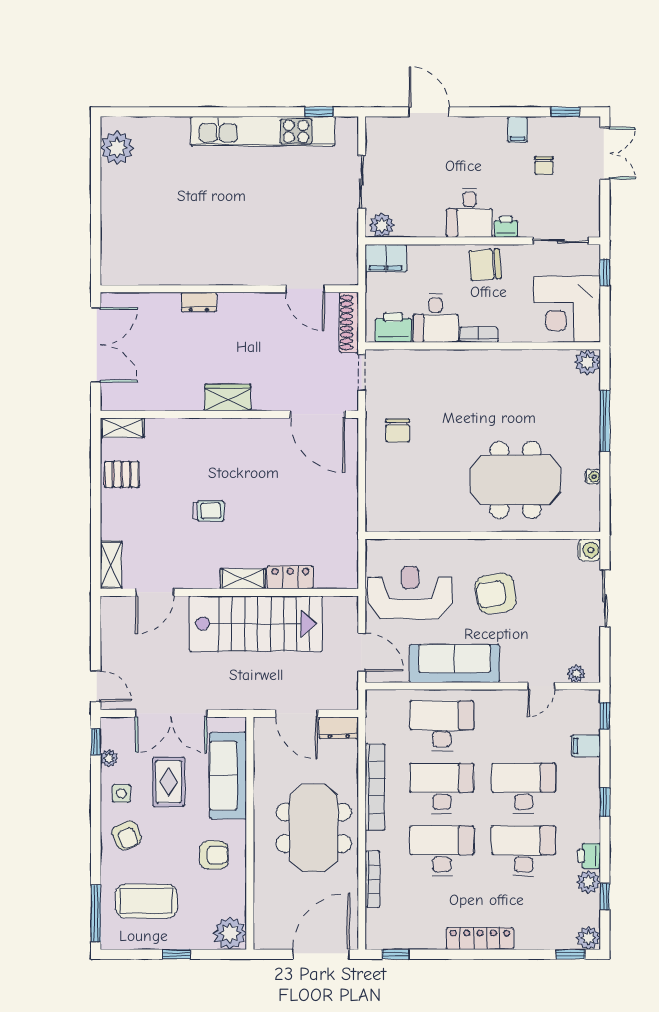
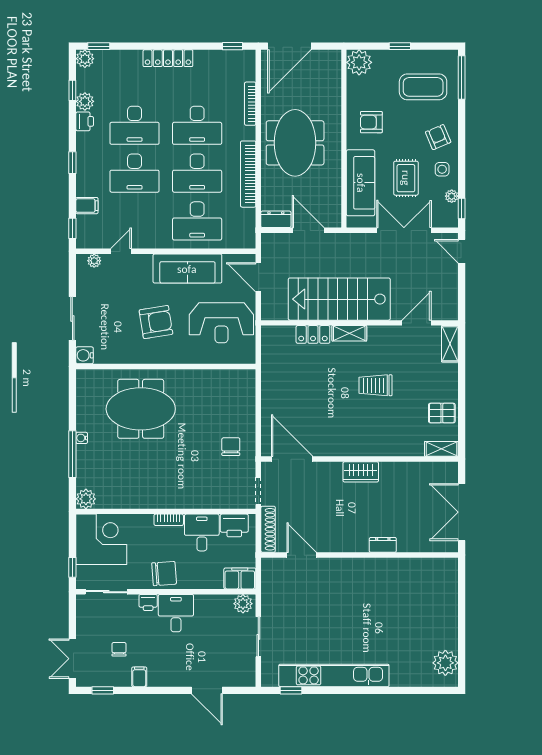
water cooler: (593, 477) -> (82, 438), moved
trolley: (209, 511) -> (375, 385), width x1.36, depth x1.39

